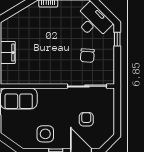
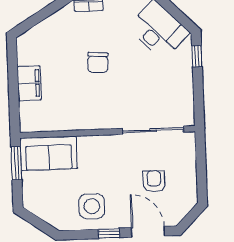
chair: (87, 56) -> (98, 62), moved

